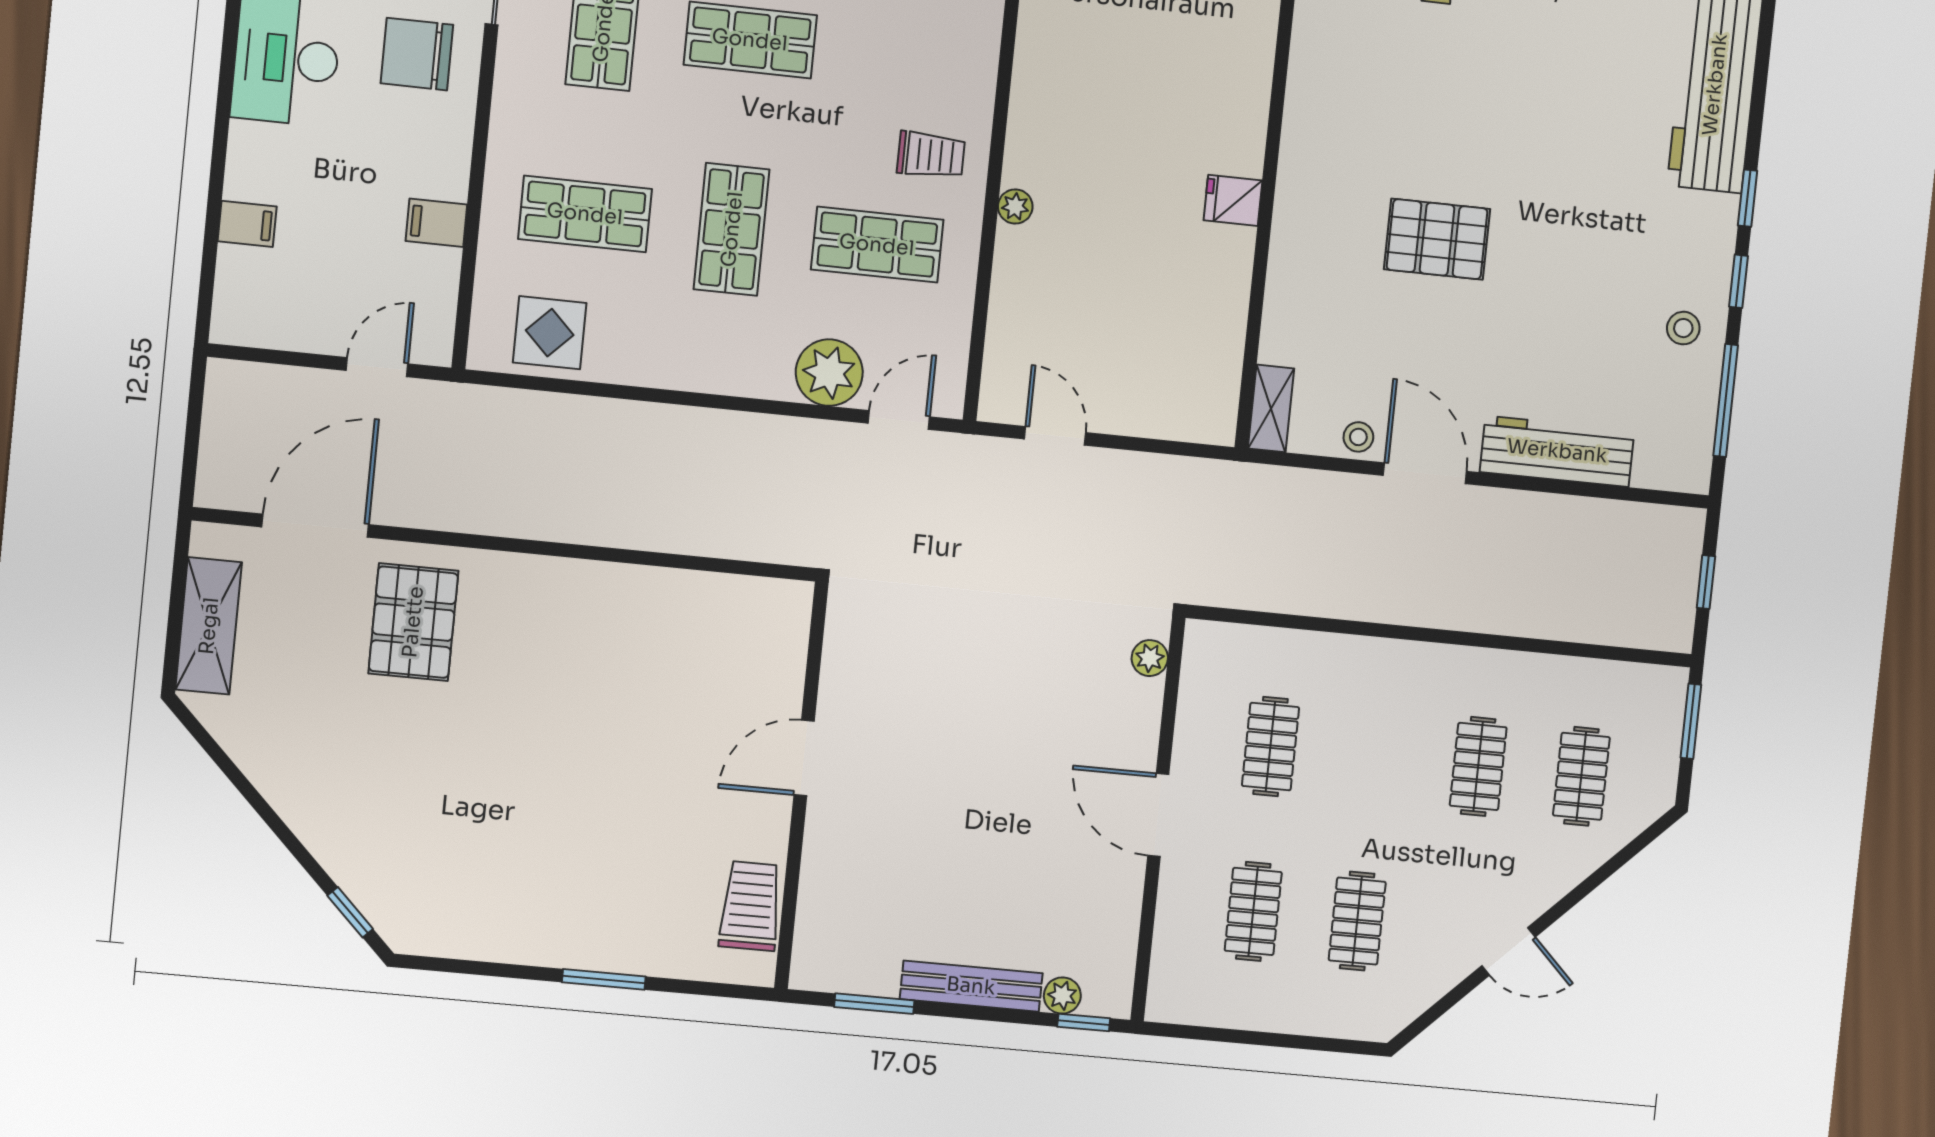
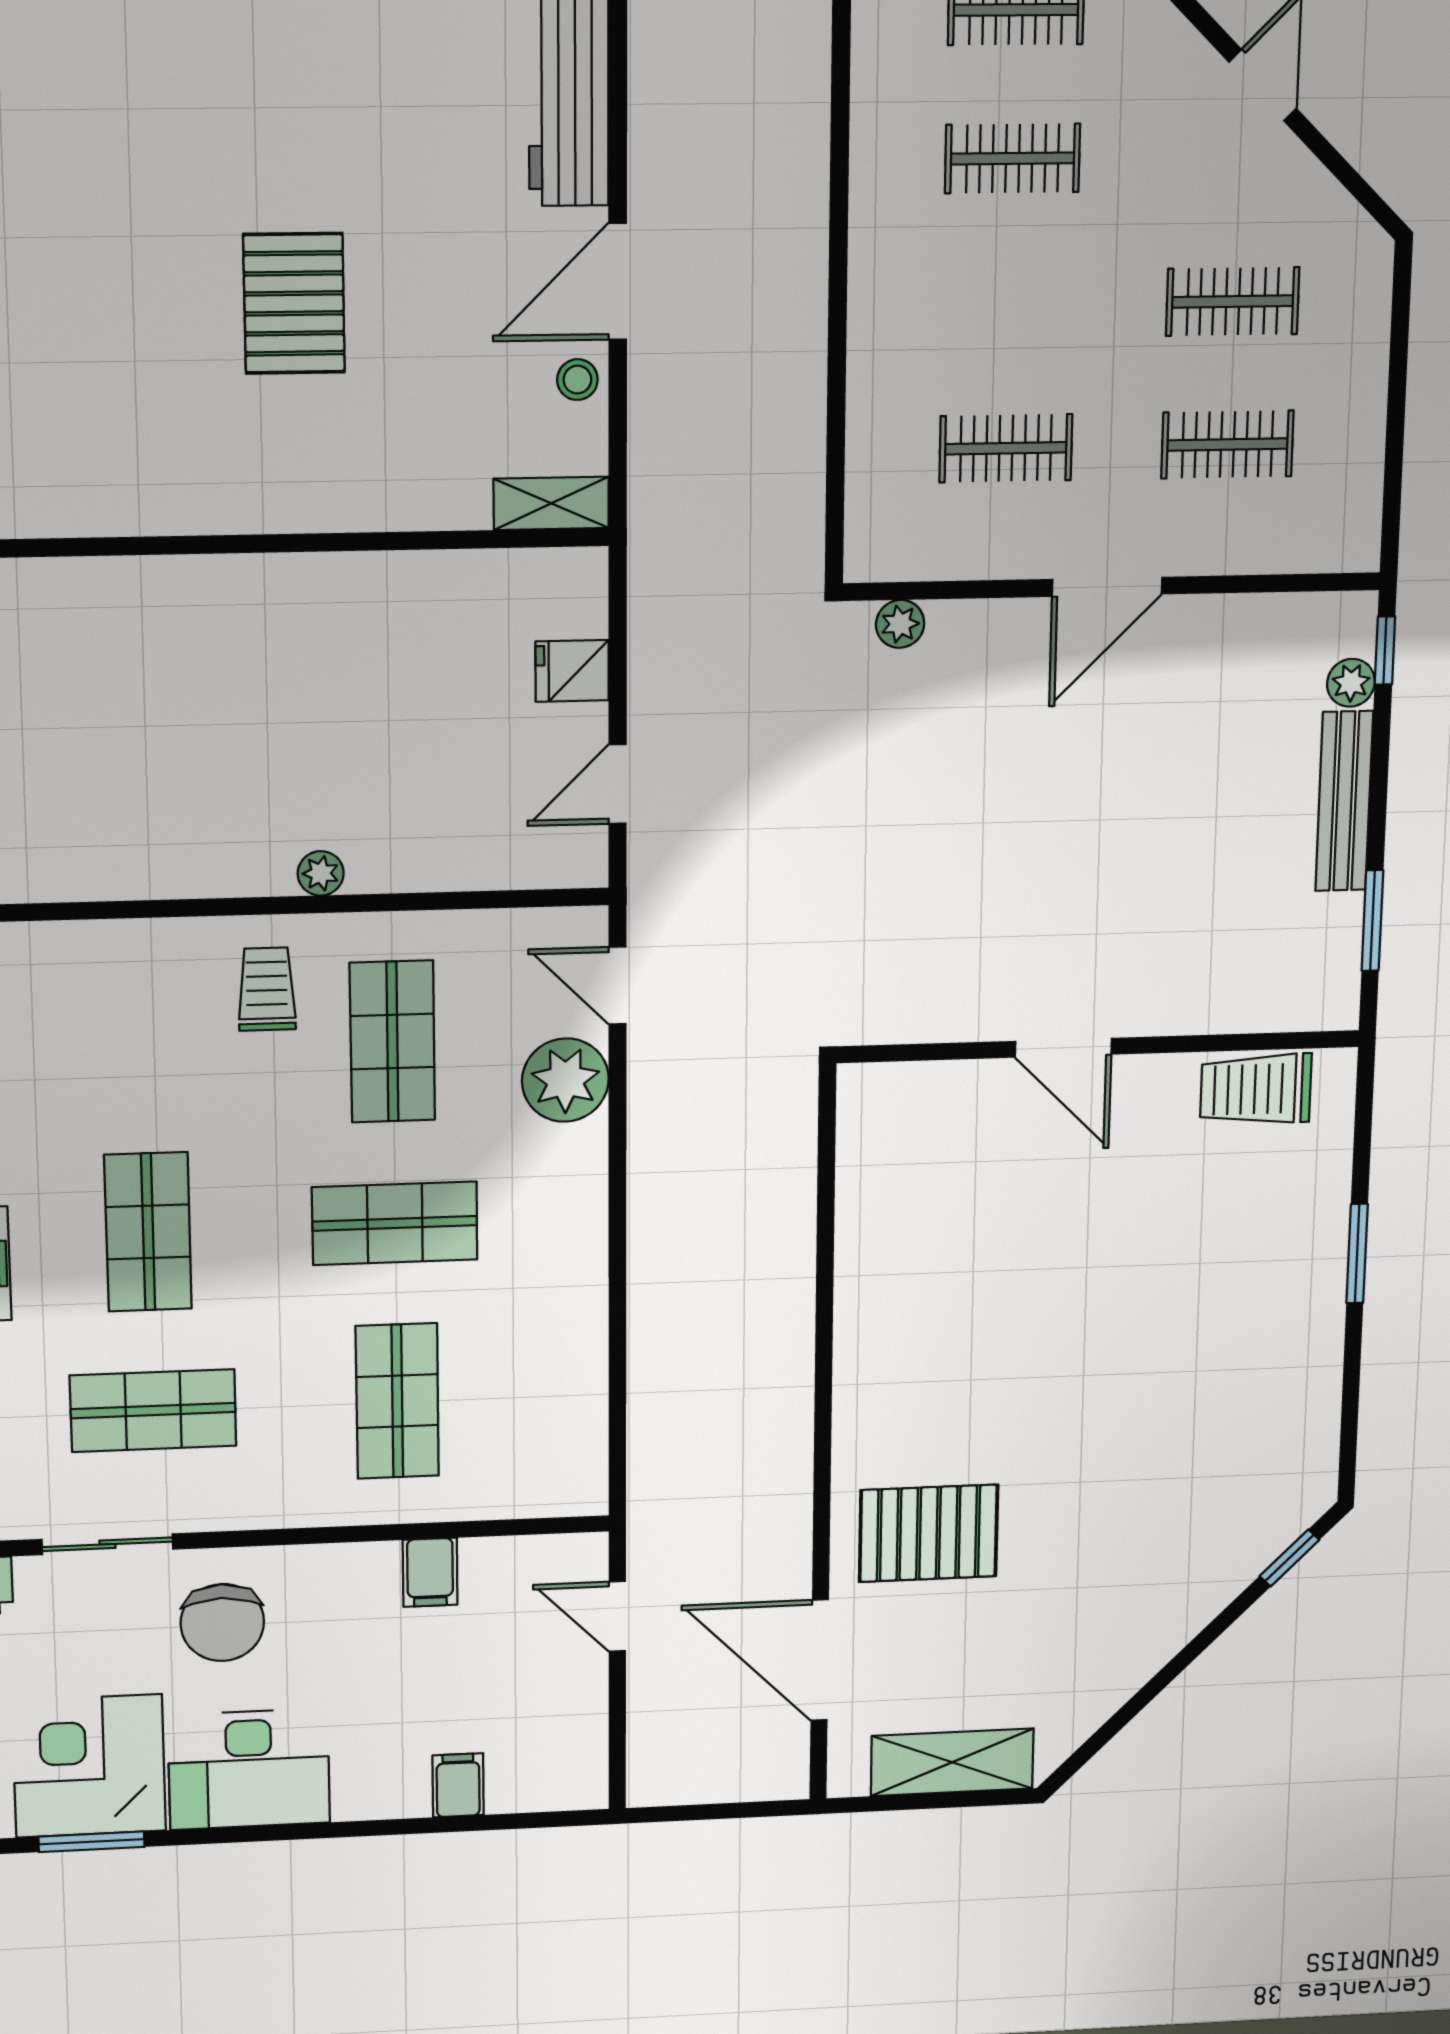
fridge: (1233, 200) -> (572, 671), moved, turned 90
display table: (550, 333) -> (552, 1423), removed

